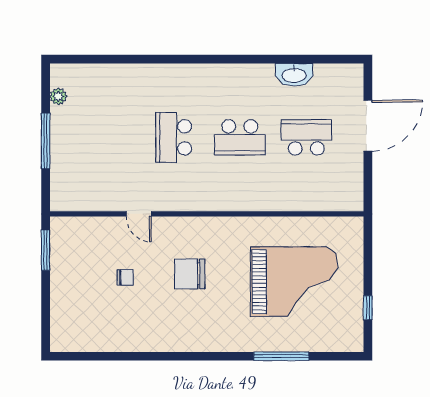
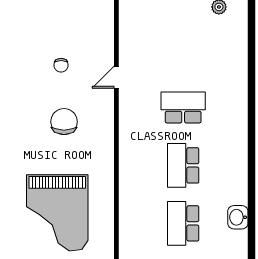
washbasin: (294, 75) -> (238, 217), width x0.72
school desk: (306, 137) -> (183, 223), turned 180

